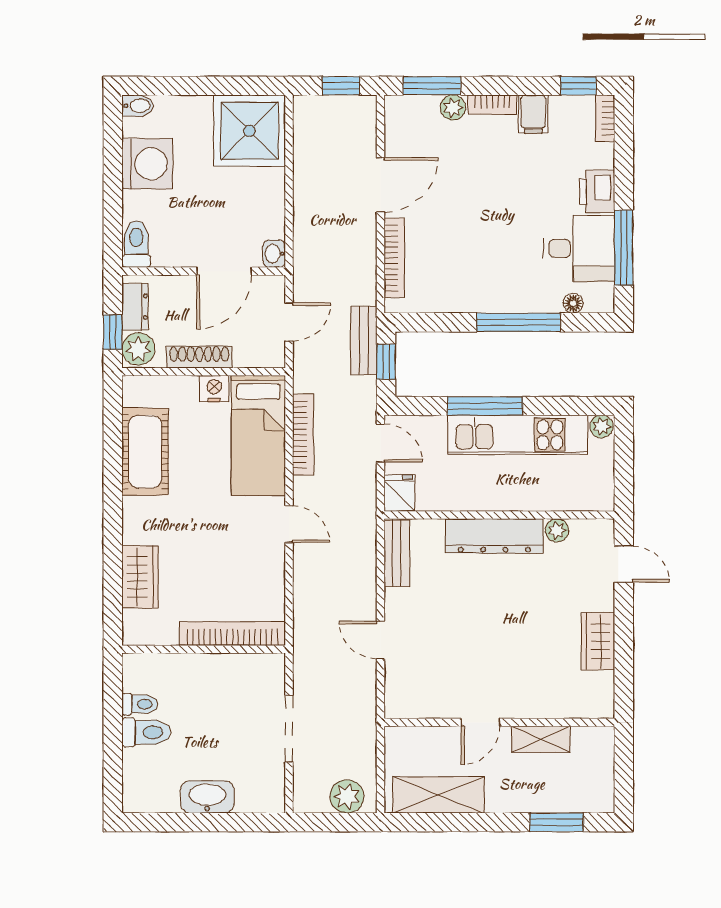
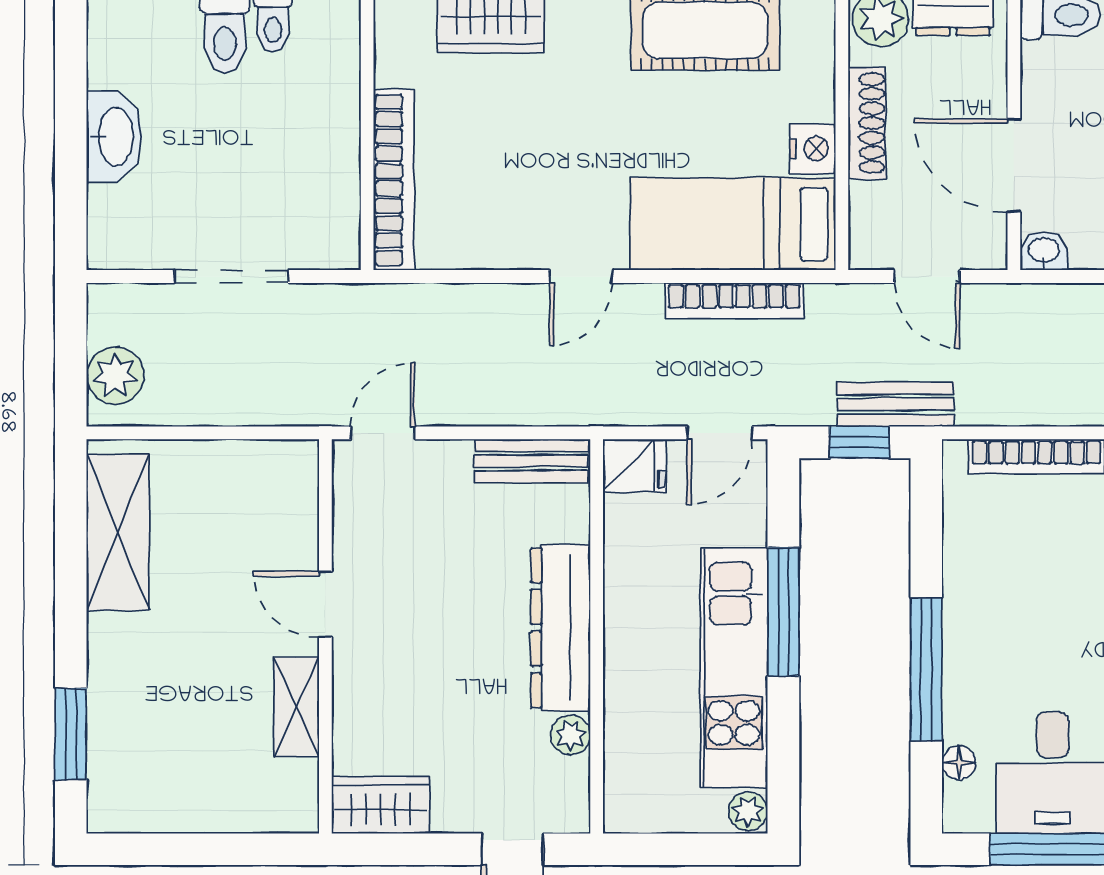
door: (480, 722) -> (325, 604), moved
wall: (499, 722) -> (325, 636), moved
shelving: (541, 739) -> (297, 707), moved

